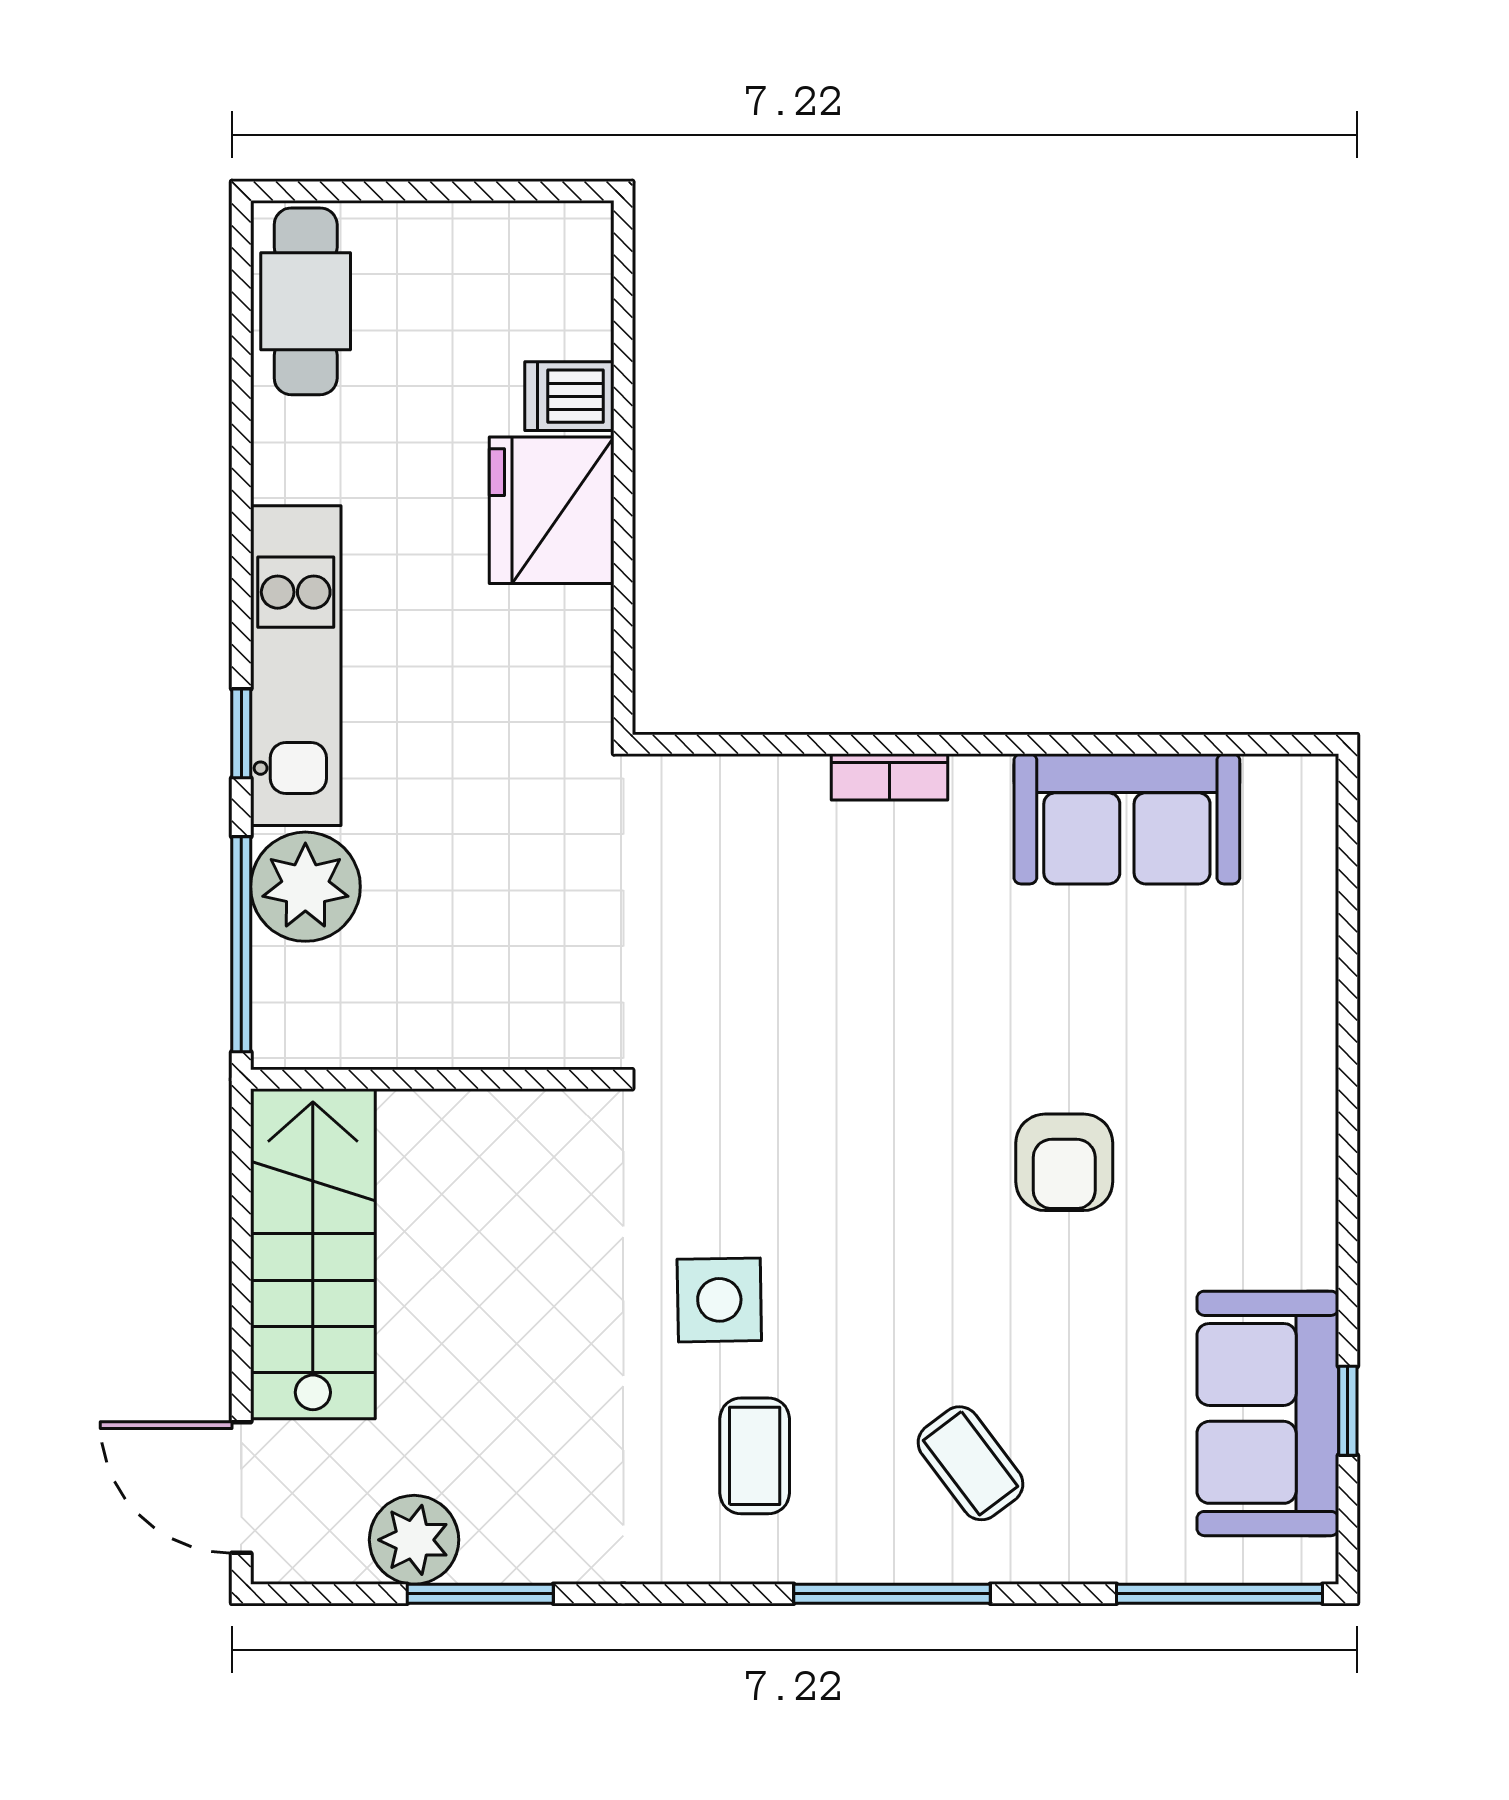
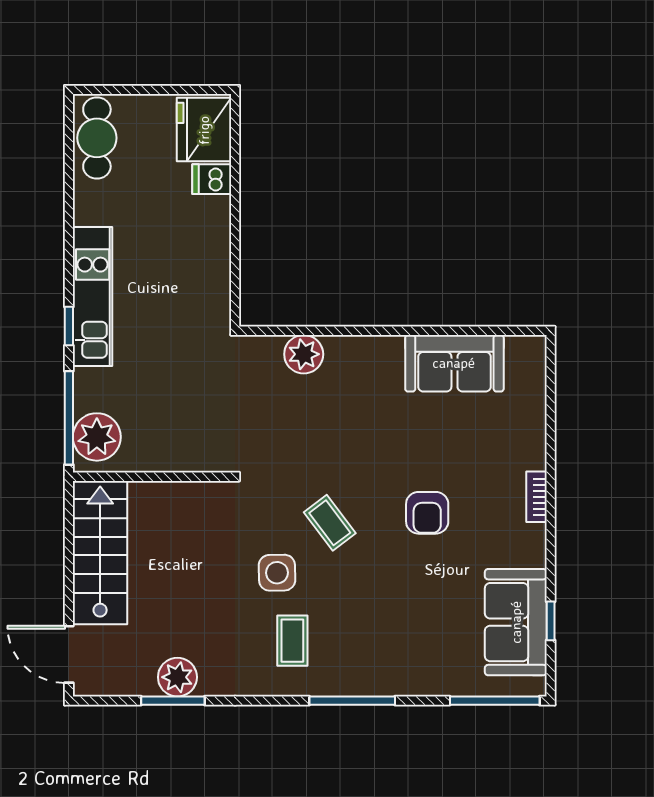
fridge: (552, 510) -> (204, 130), moved
bookcase: (889, 777) -> (536, 497), moved, turned 90
plant: (781, 798) -> (304, 354), added
plant: (305, 887) -> (97, 437), moved
coffee table: (971, 1463) -> (330, 523), moved
plant: (414, 1540) -> (177, 677), moved

